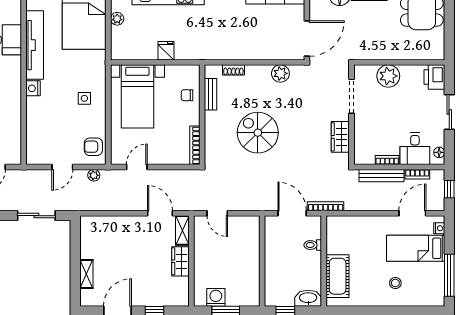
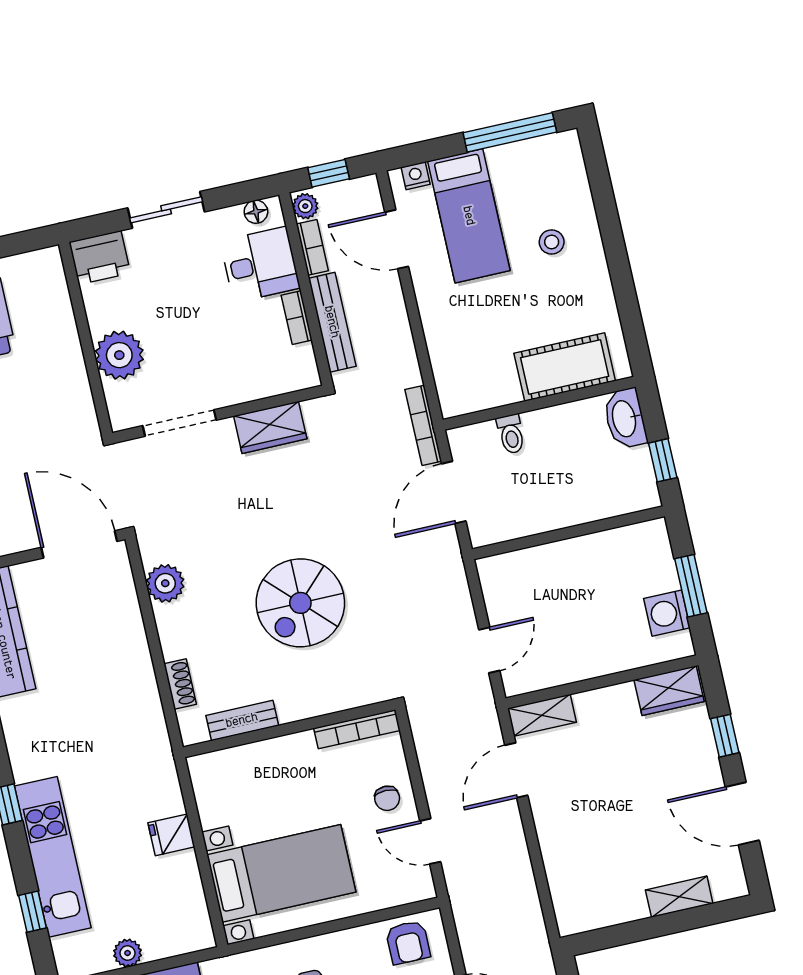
chair: (187, 95) -> (387, 798), moved
plant: (94, 175) -> (305, 206), moved
wardrobe: (181, 261) -> (669, 691), moved

